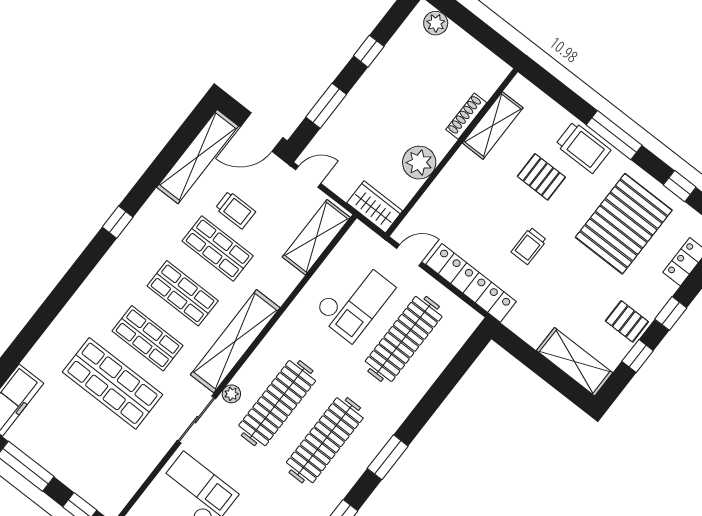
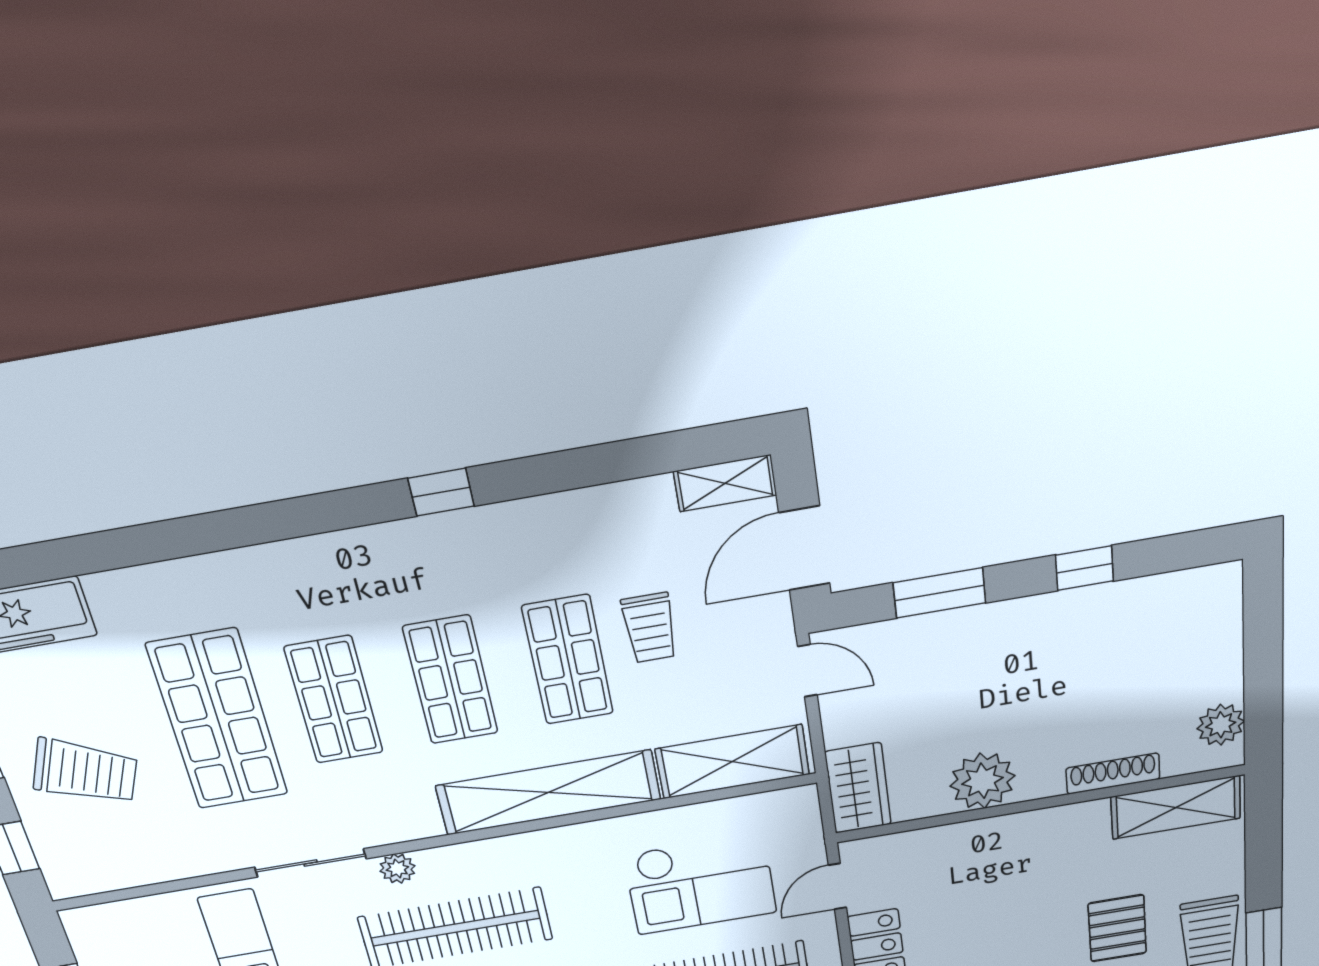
plant: (436, 23) -> (1221, 725), moved
shelving: (493, 125) -> (1176, 807), moved
door: (262, 132) -> (804, 548), hinge flipped
shelving: (198, 157) -> (725, 483), width x0.45, depth x0.75
door: (409, 255) -> (837, 886), swing flipped
shelving: (235, 341) -> (548, 792), moved
trolley: (82, 448) -> (85, 772), added

